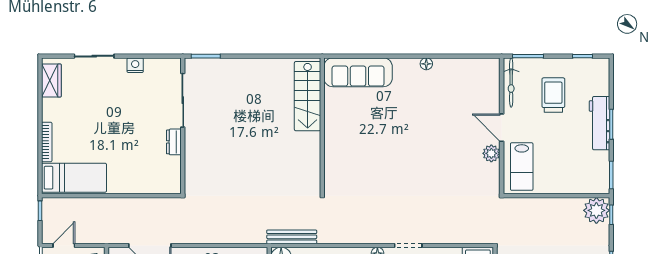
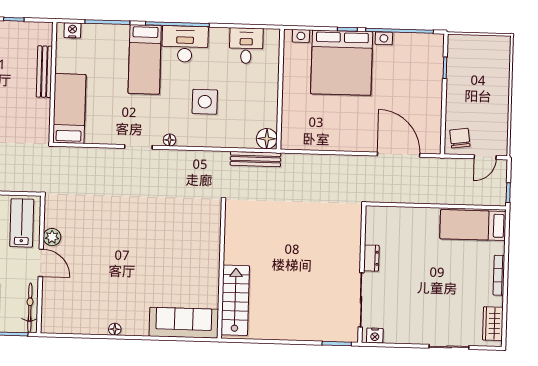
nightstand: (135, 65) -> (375, 336), moved
bookcase: (47, 142) -> (499, 275), moved

